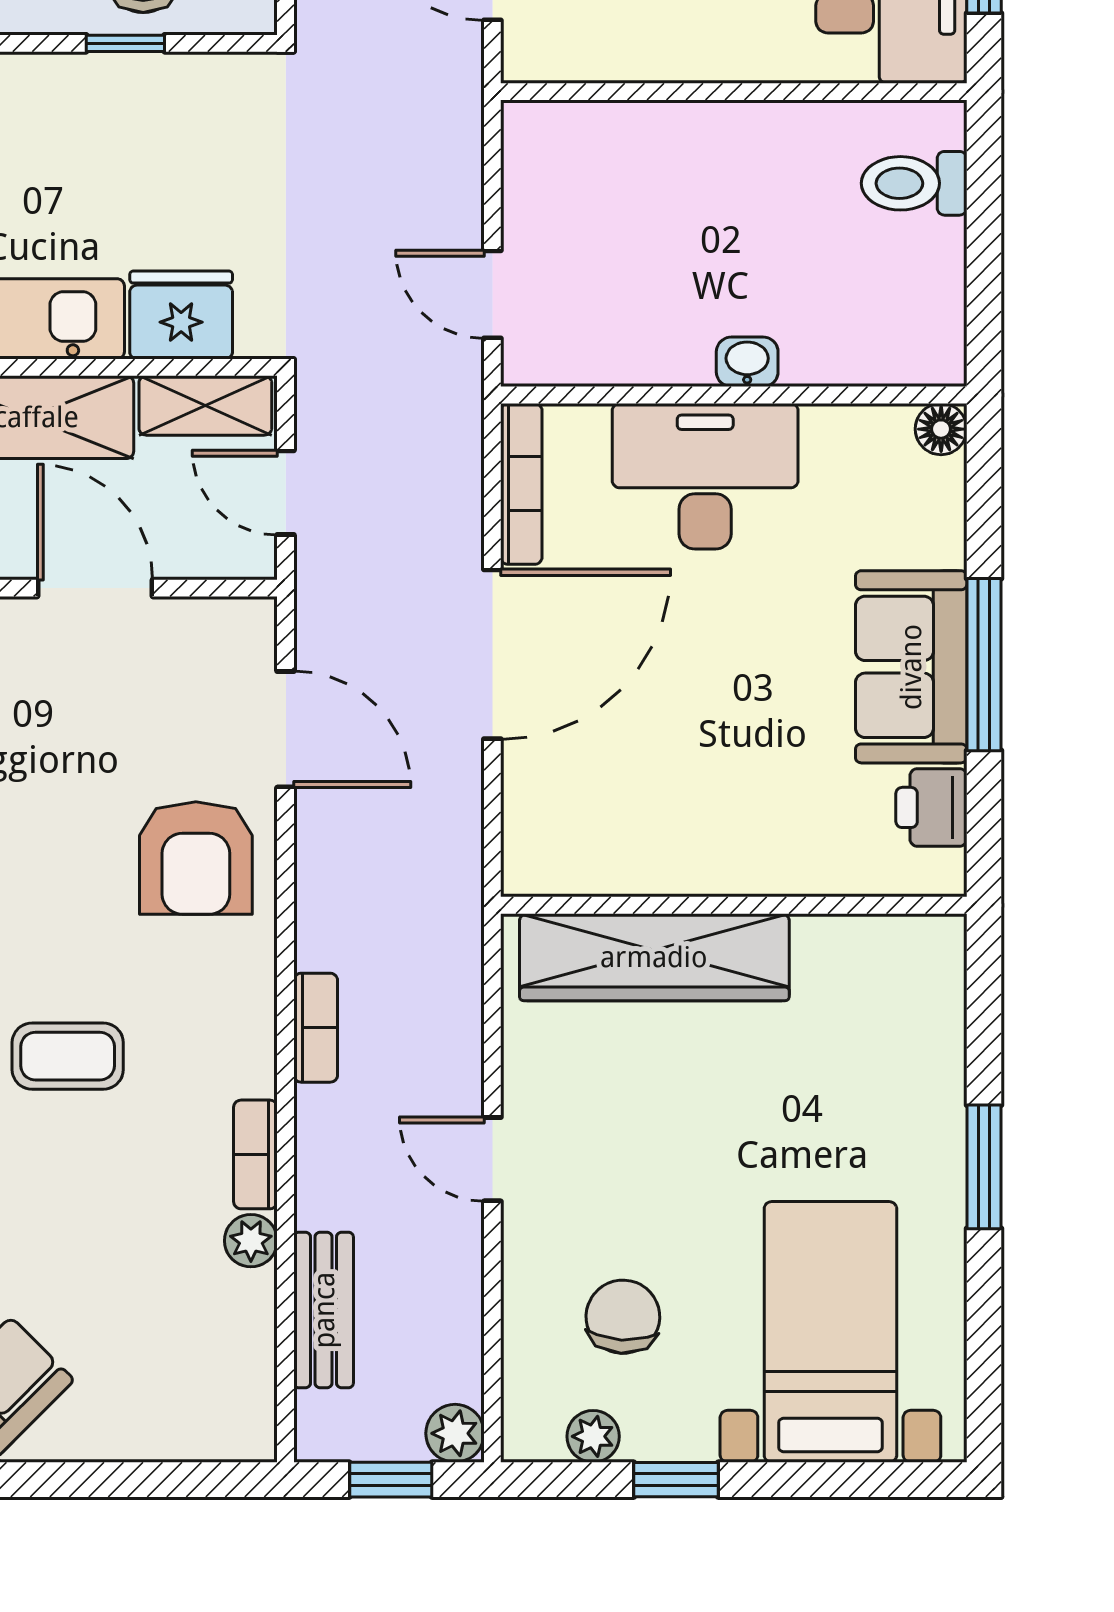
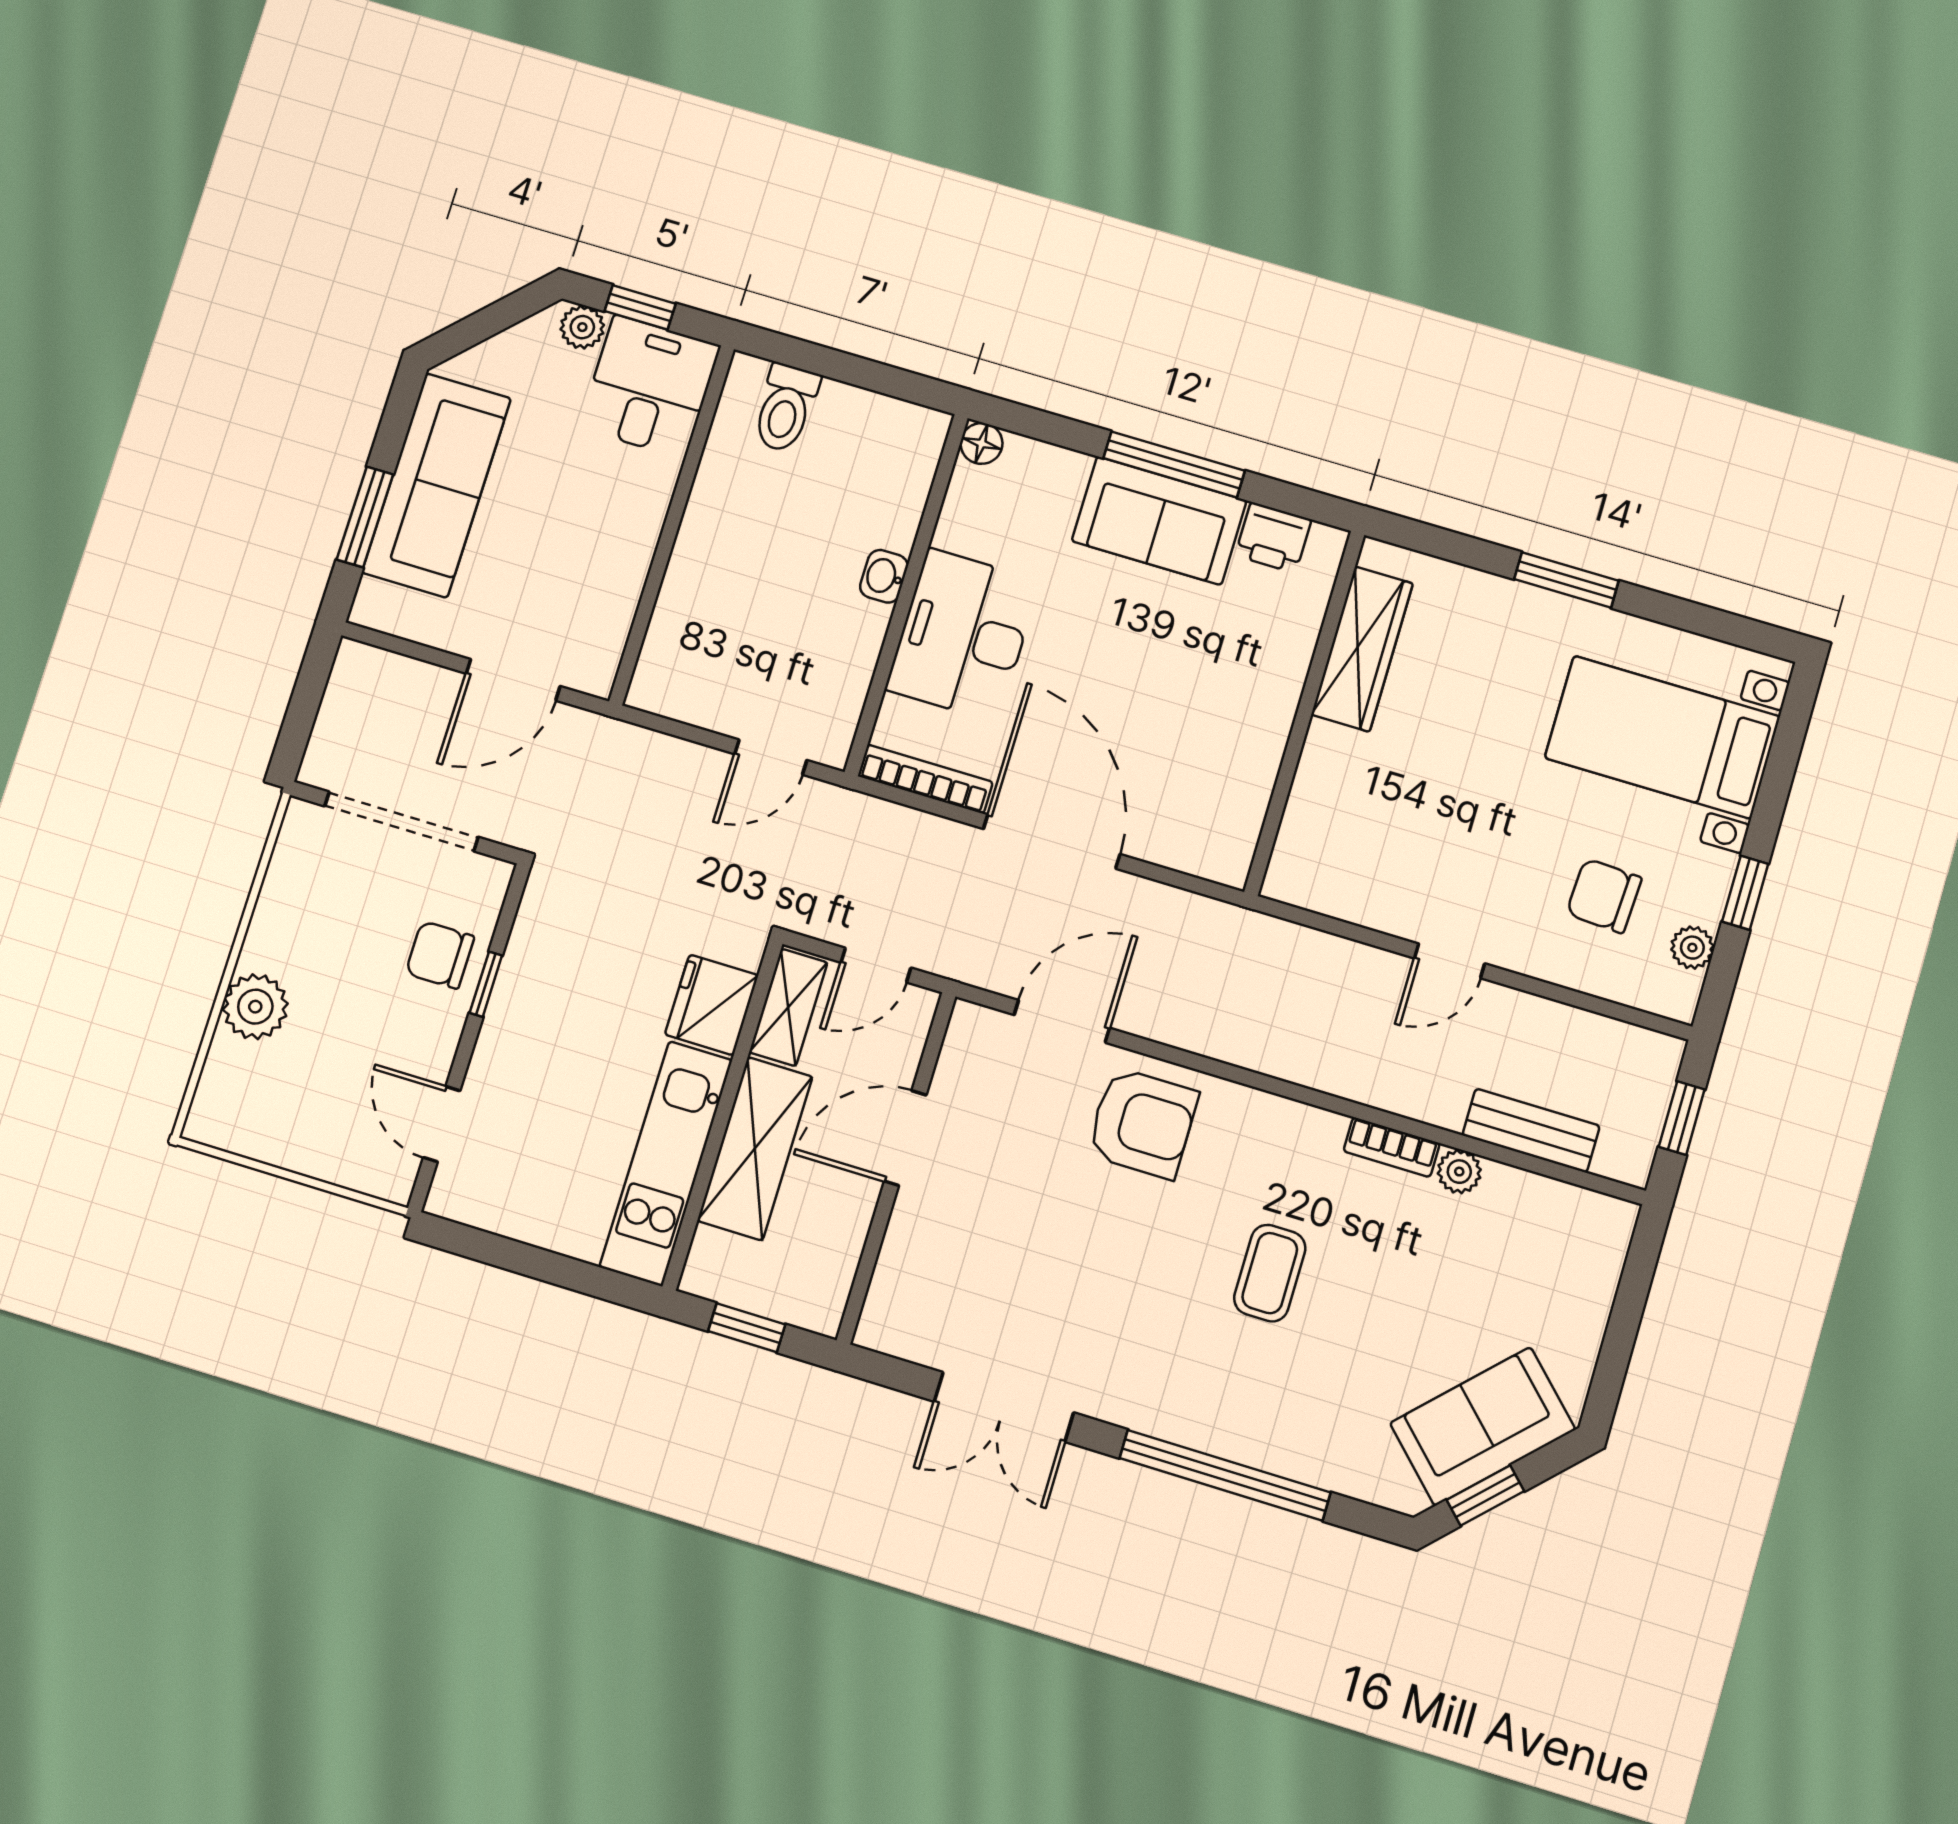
wardrobe: (654, 957) -> (1362, 649), moved, width x0.71, depth x0.85
bookcase: (316, 1028) -> (1305, 1069), removed
plant: (455, 1433) -> (1659, 1056), removed

